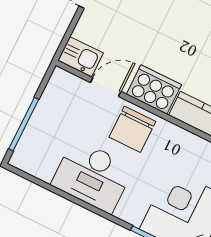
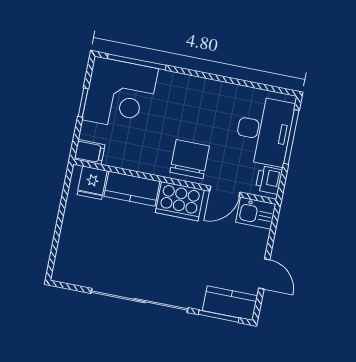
printer: (58, 87) -> (269, 180), added
desk: (92, 176) -> (264, 131), moved, turned 90

